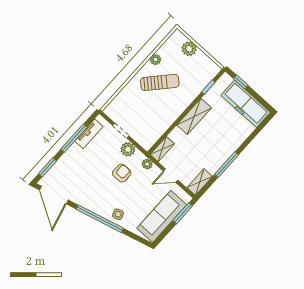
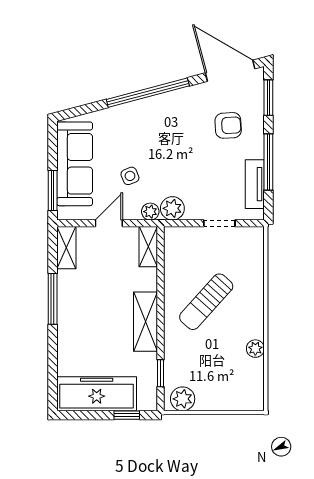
plant: (189, 49) -> (183, 399), moved
sun lounger: (160, 82) -> (206, 302), moved
plant: (128, 149) -> (172, 208), moved
armchair: (122, 173) -> (228, 125), moved, turned -93
side table: (118, 214) -> (130, 176), moved

